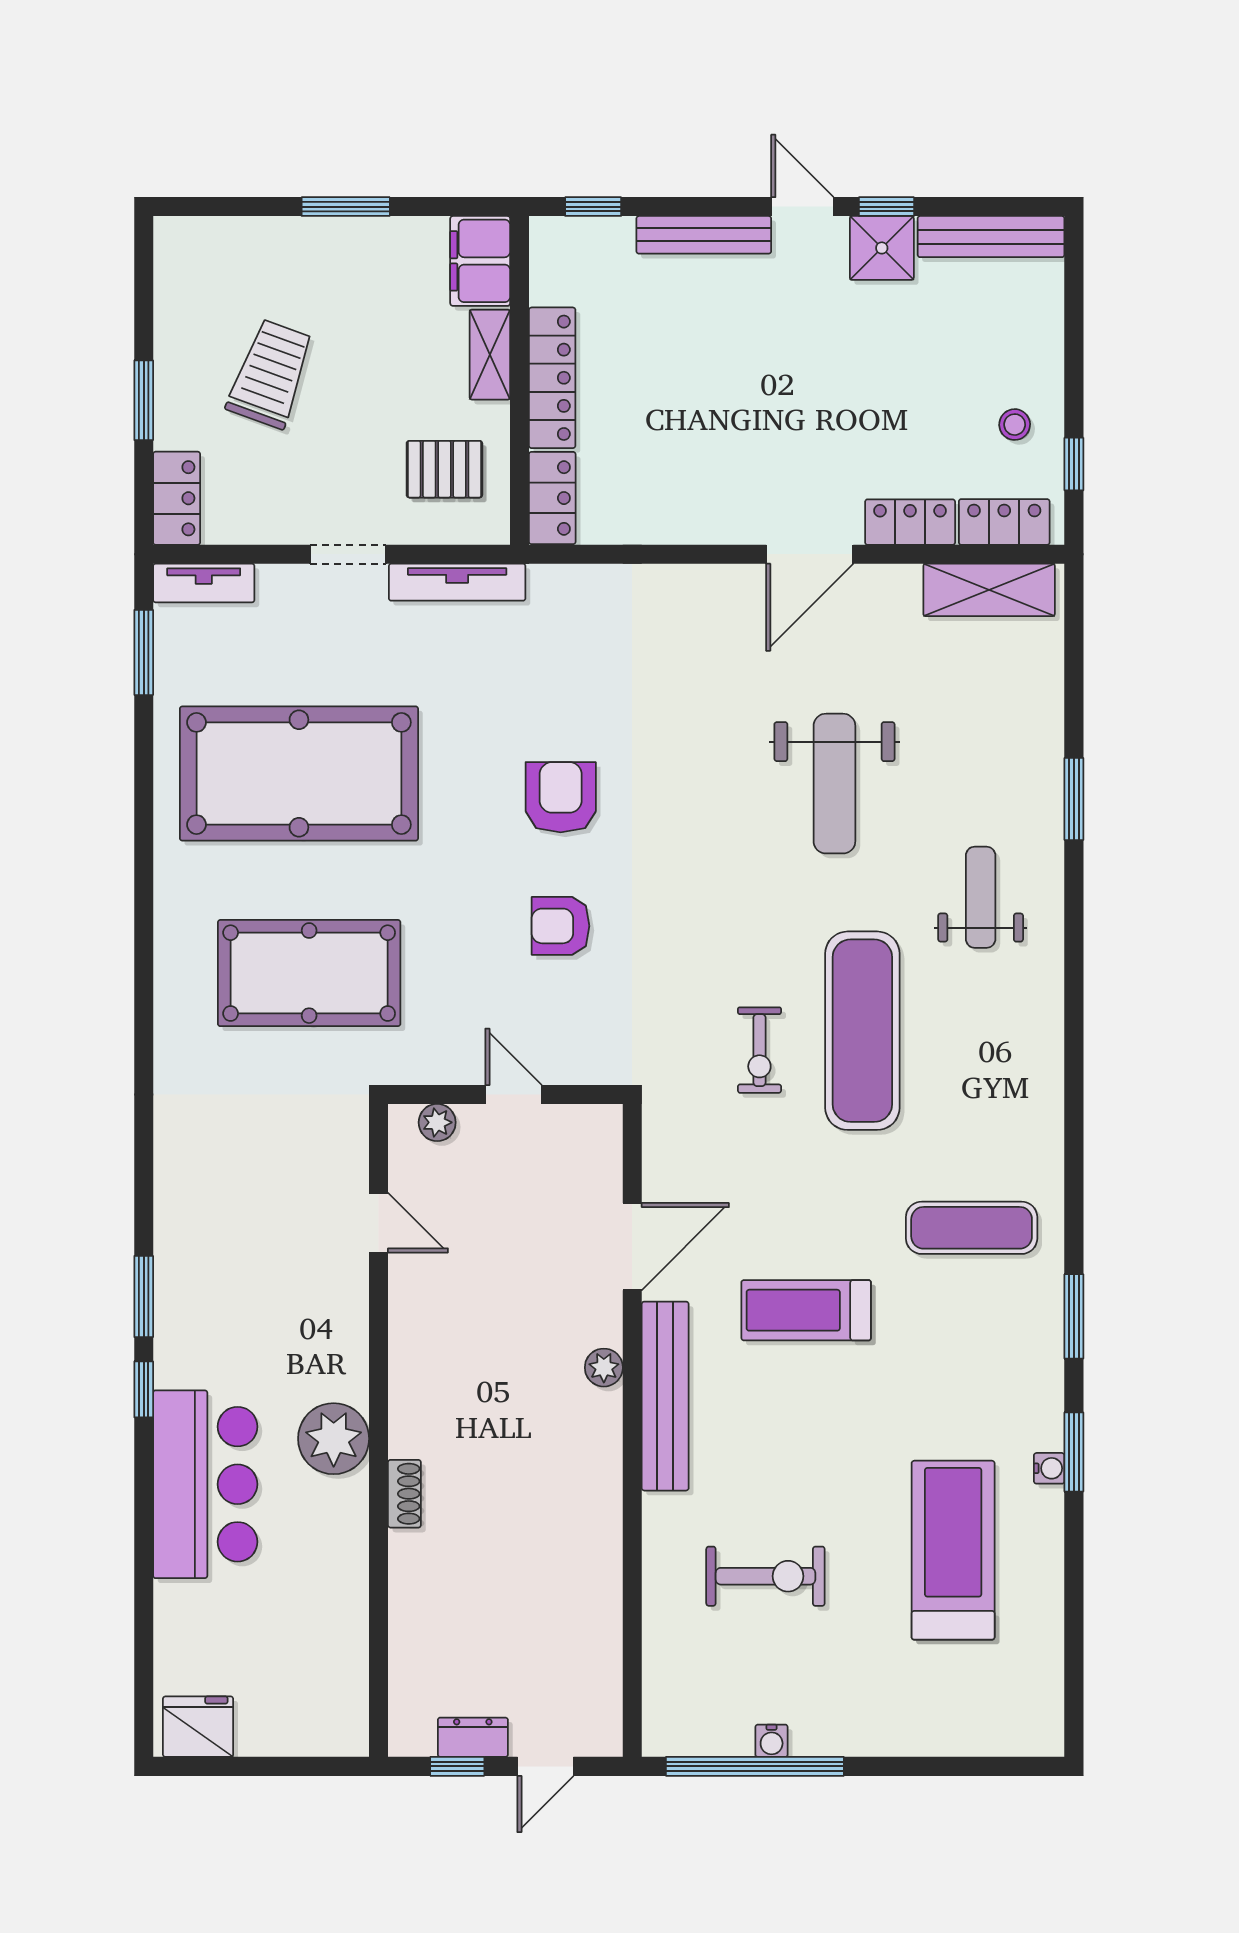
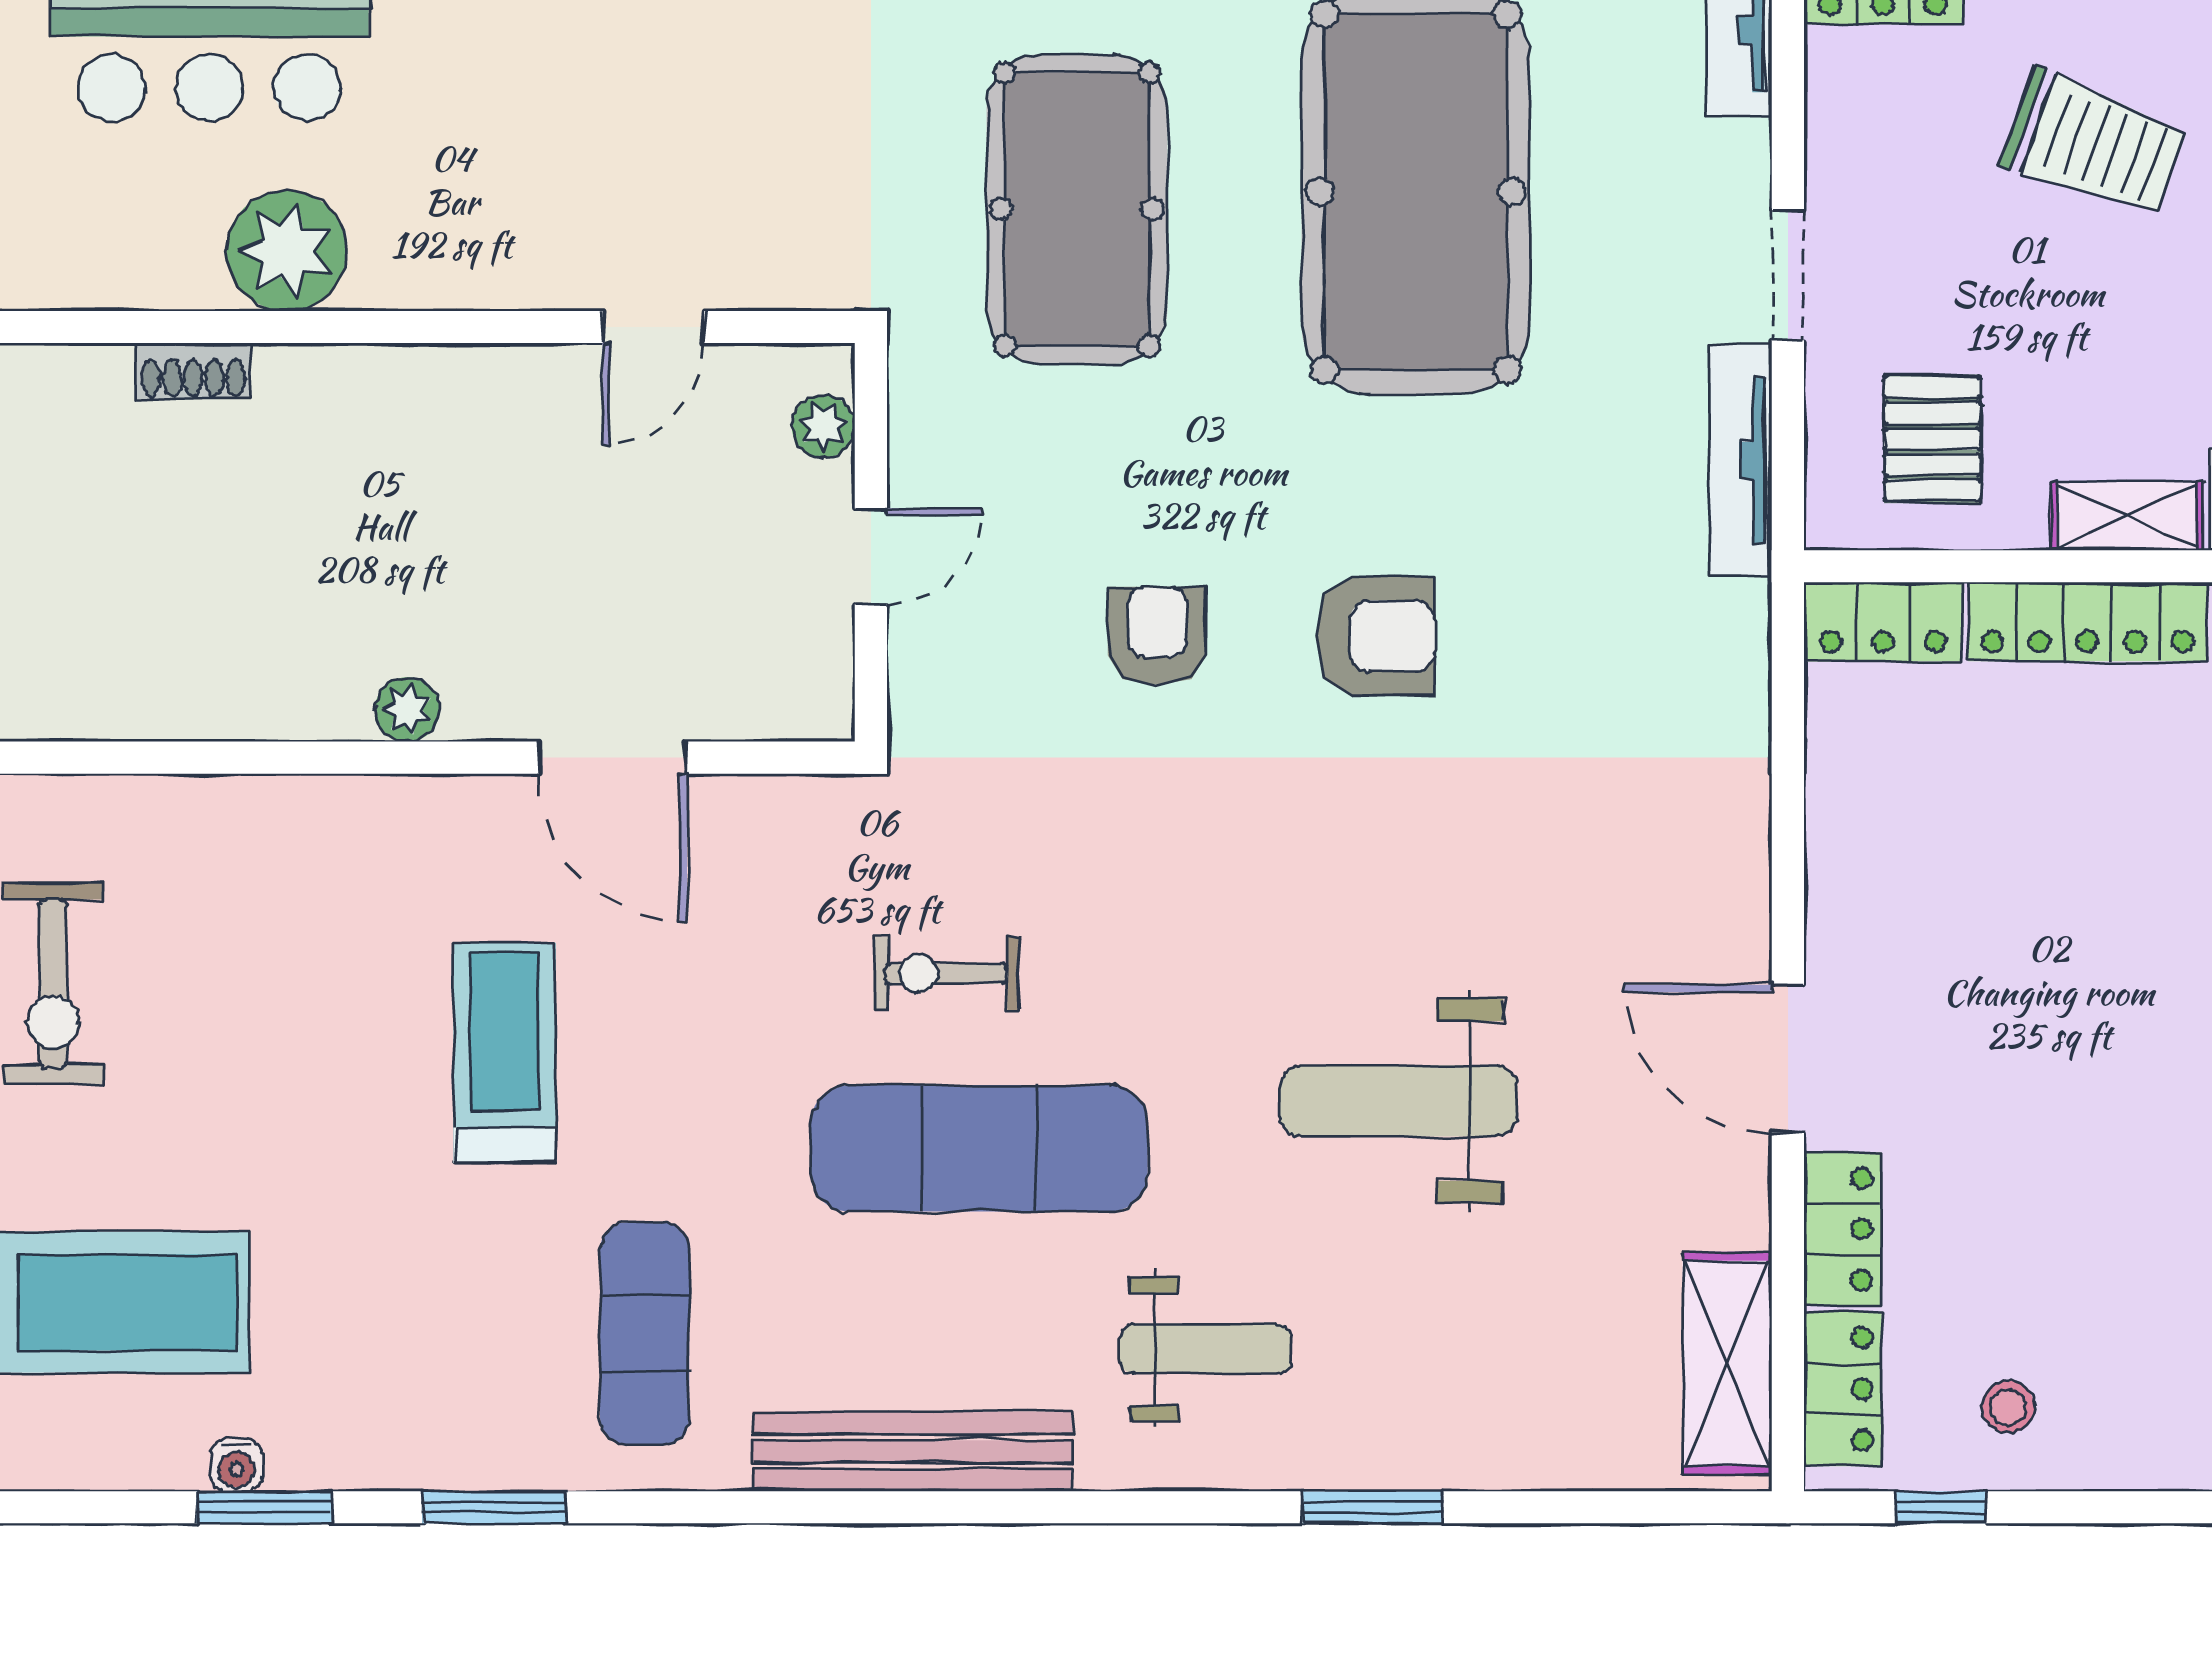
bench: (665, 1396) -> (912, 1451), moved

